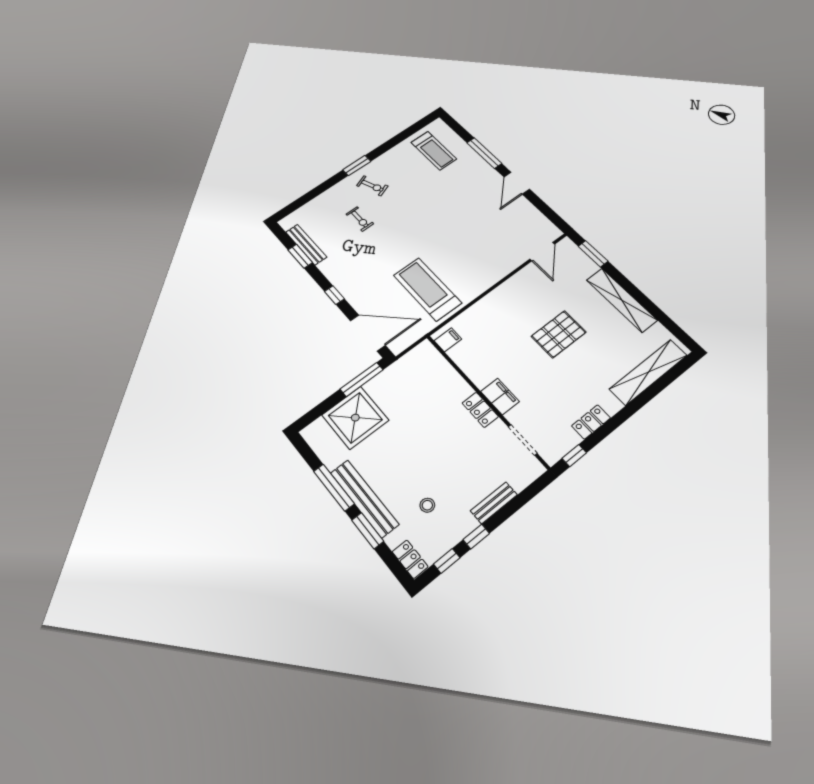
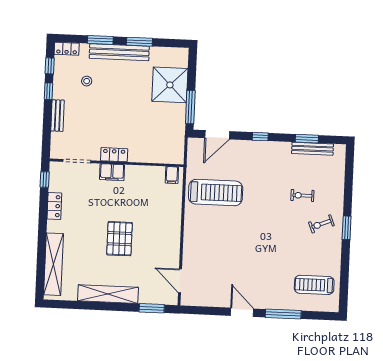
door: (368, 333) -> (217, 135), width x0.73
window: (334, 487) -> (139, 42), width x0.69

